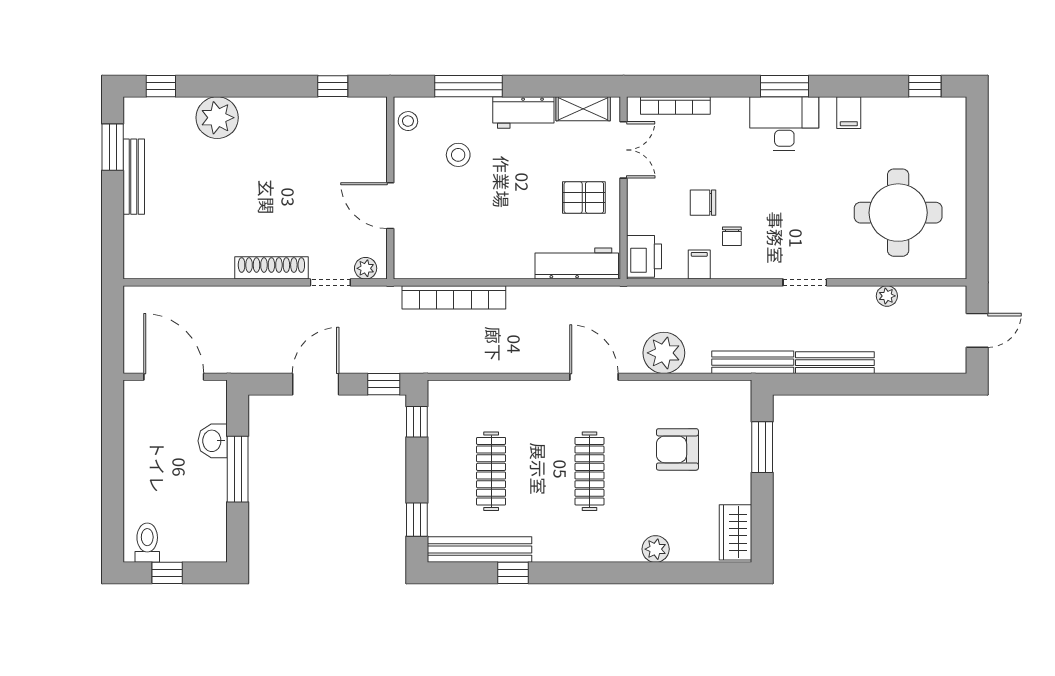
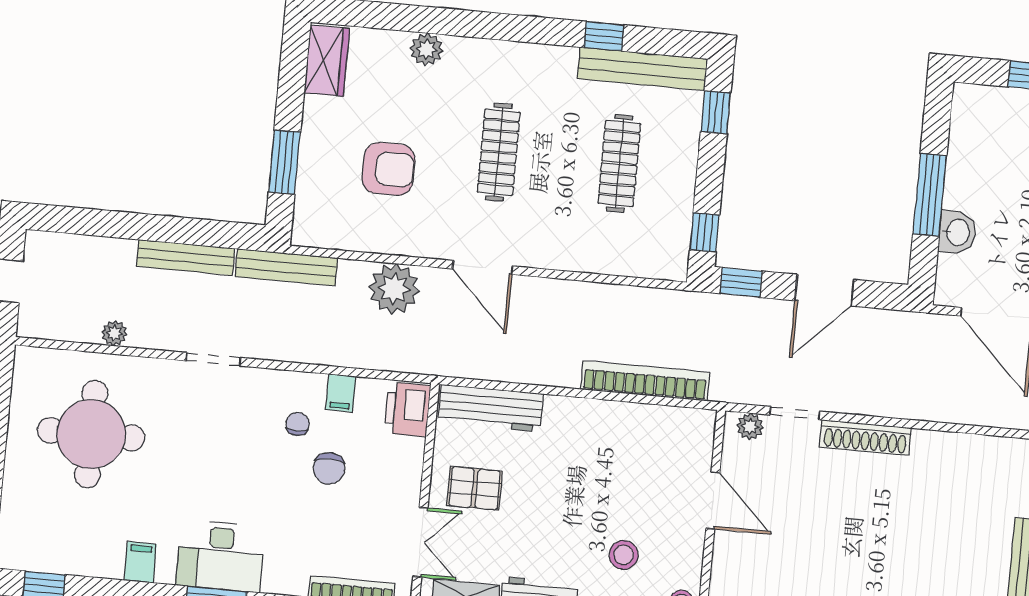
double door: (624, 150) -> (420, 542), swing flipped
chair: (703, 203) -> (329, 468), turned 90

